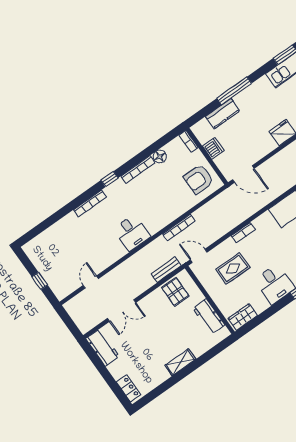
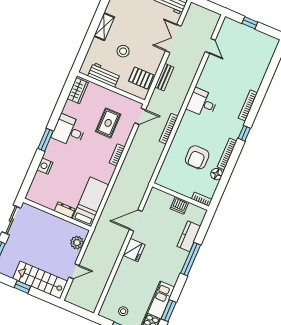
door: (243, 174) -> (136, 220), moved
armchair: (199, 179) -> (197, 157), moved, turned 180
bench: (166, 270) -> (164, 77), moved
stool: (177, 328) -> (123, 51), added

